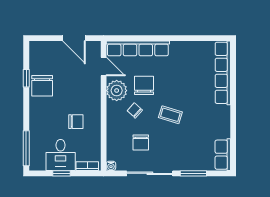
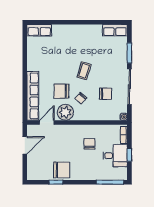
row of seats: (223, 73) -> (39, 30), width x0.50

